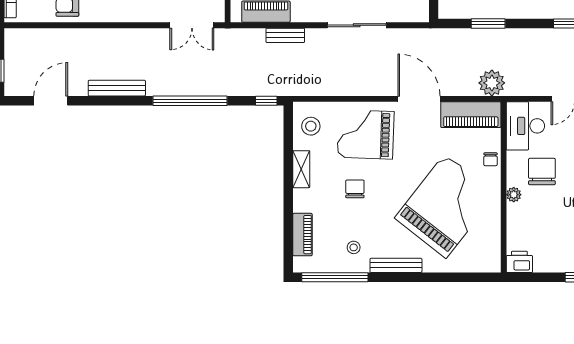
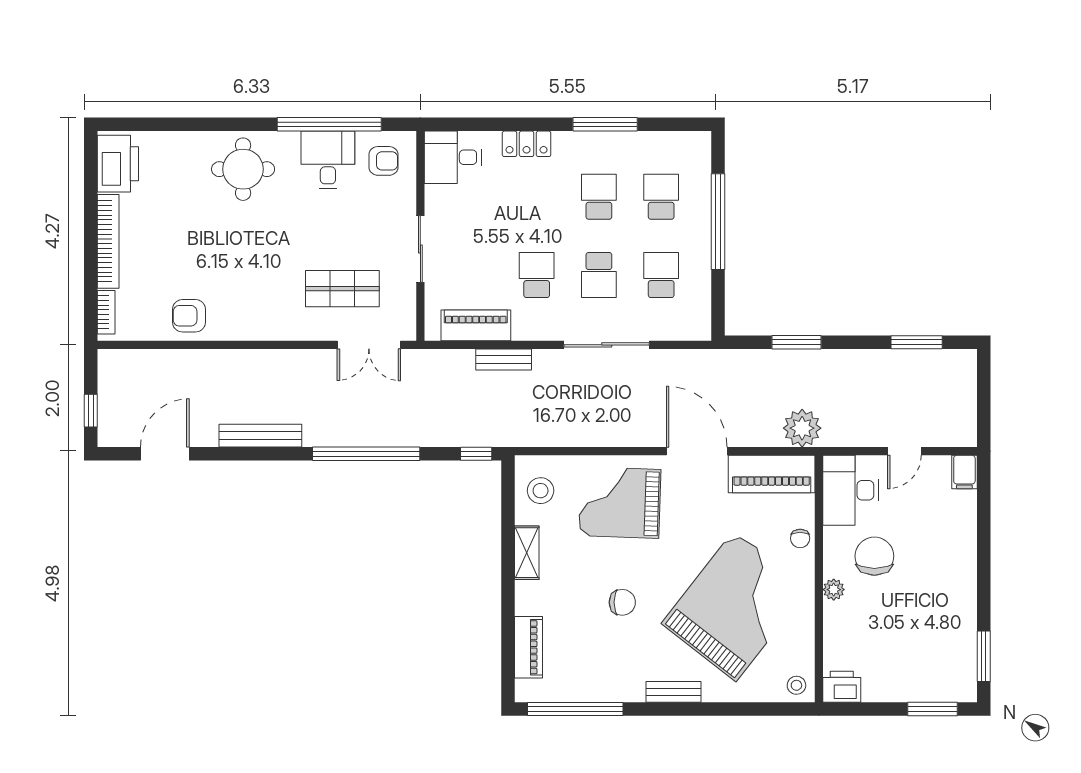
chair: (355, 189) -> (622, 602), moved, turned 90
stool: (354, 247) -> (796, 685), moved
bench: (396, 265) -> (673, 692), width x0.73

